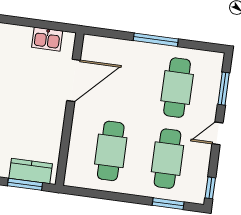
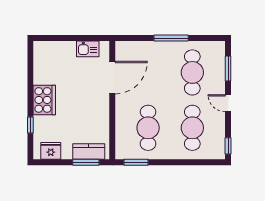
door: (218, 133) -> (228, 103), hinge flipped
window: (168, 204) -> (136, 162), moved

